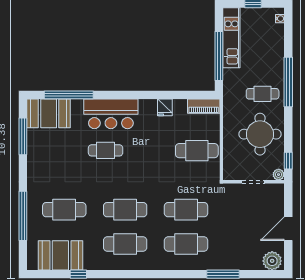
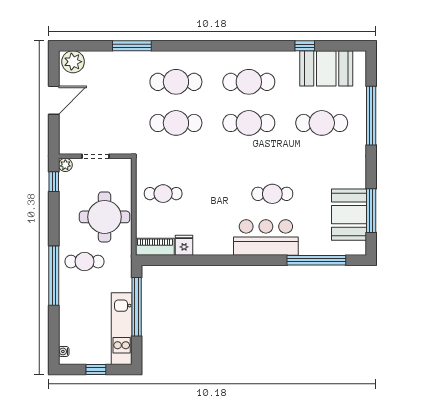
fridge: (165, 107) -> (184, 245), moved
booth: (49, 113) -> (349, 215), moved, turned 90
round table: (260, 134) -> (105, 217), moved
cafe table: (197, 151) -> (163, 194), width x0.73, depth x0.74

